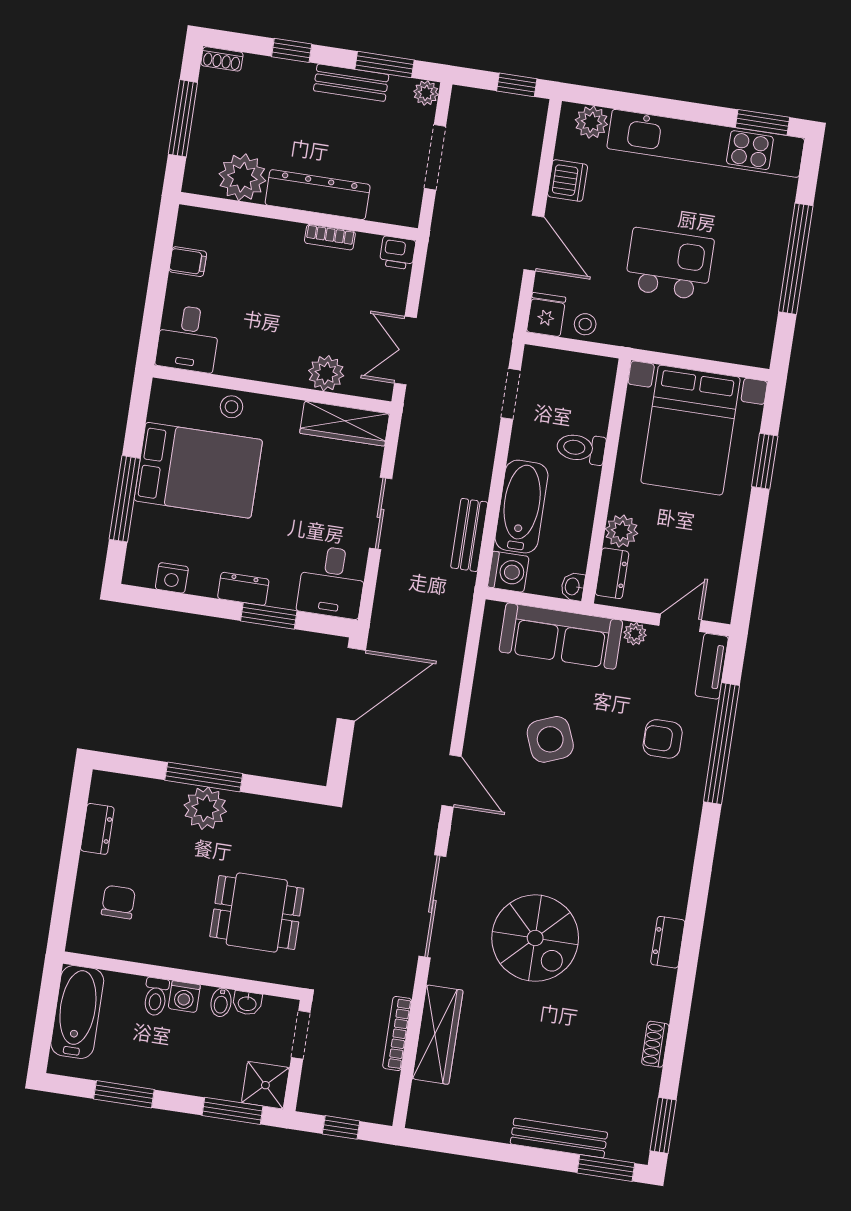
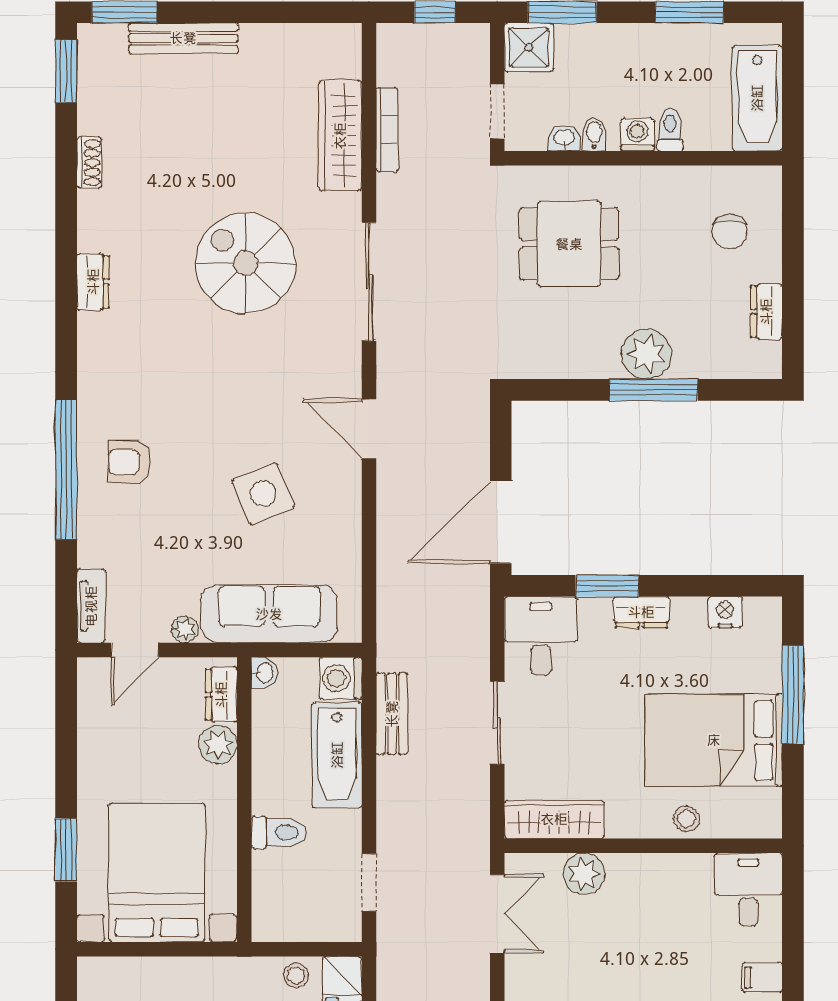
armchair: (663, 739) -> (130, 462), moved, turned 180
window: (722, 744) -> (66, 470), moved

